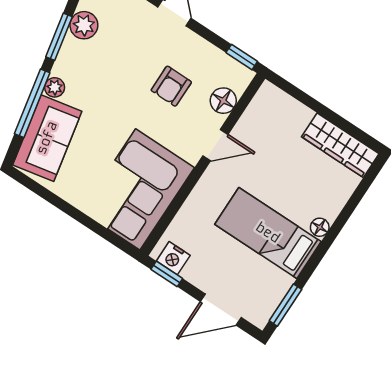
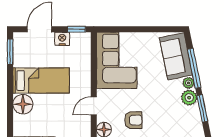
plant: (84, 25) -> (189, 98), moved
armchair: (171, 86) -> (133, 120), turned 90
floor lamp: (320, 227) -> (23, 104), width x1.89, depth x1.89
nightstand: (173, 258) -> (62, 39), moved

